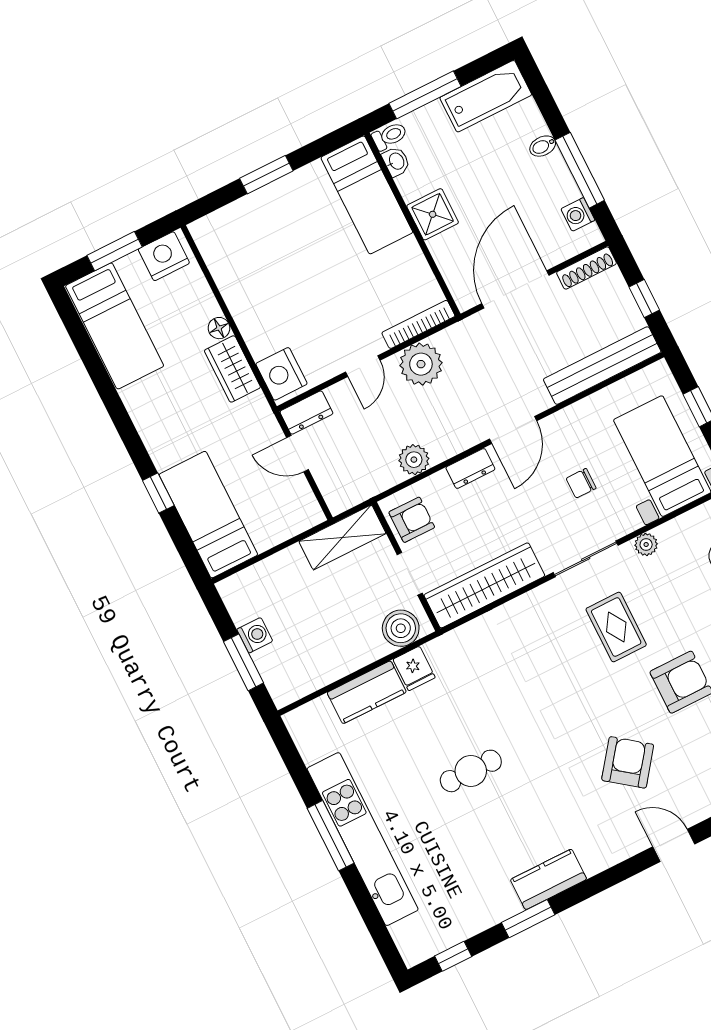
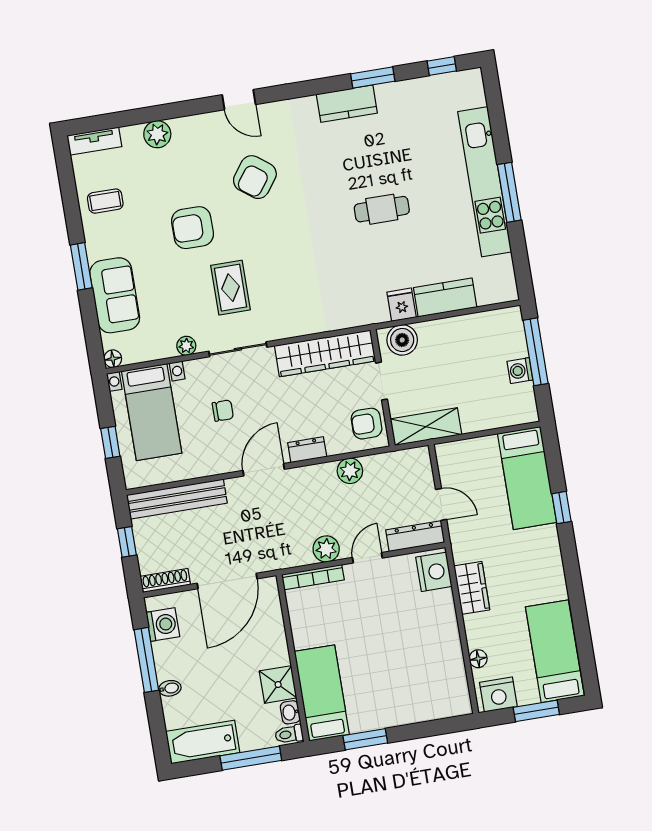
window: (266, 175) -> (365, 739), moved
shower: (433, 214) -> (278, 684), moved
washing machine: (578, 214) -> (163, 625), width x1.38, depth x1.38
floor lamp: (219, 328) -> (478, 659), moved
plant: (421, 364) -> (326, 549), width x0.73, depth x0.73
dresser: (306, 413) -> (415, 536), width x1.44
window: (243, 662) -> (536, 352), width x1.44

